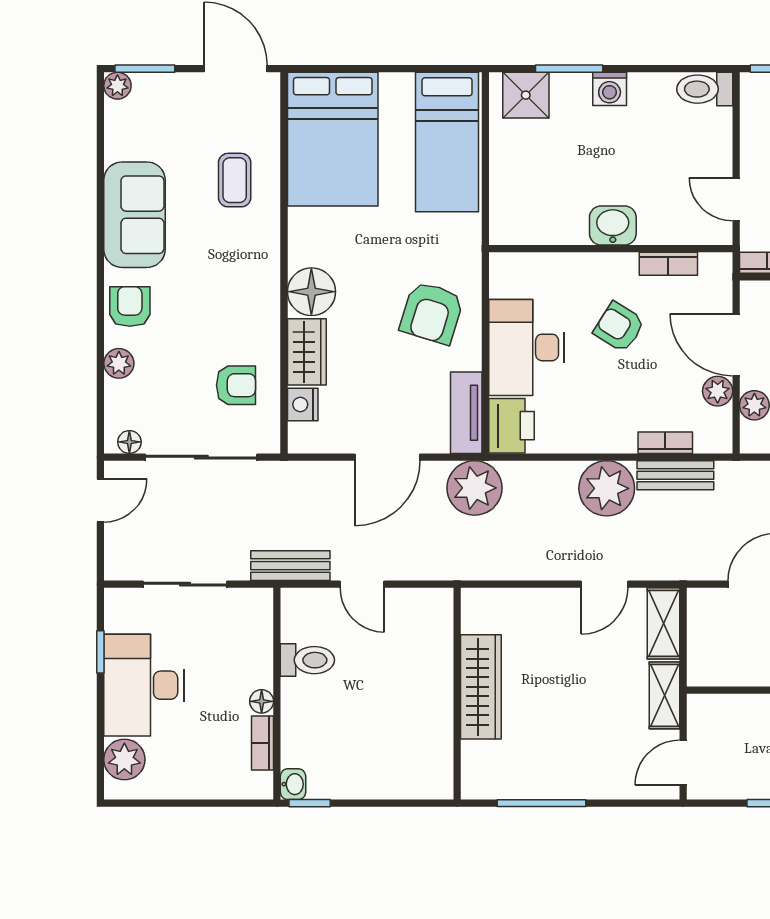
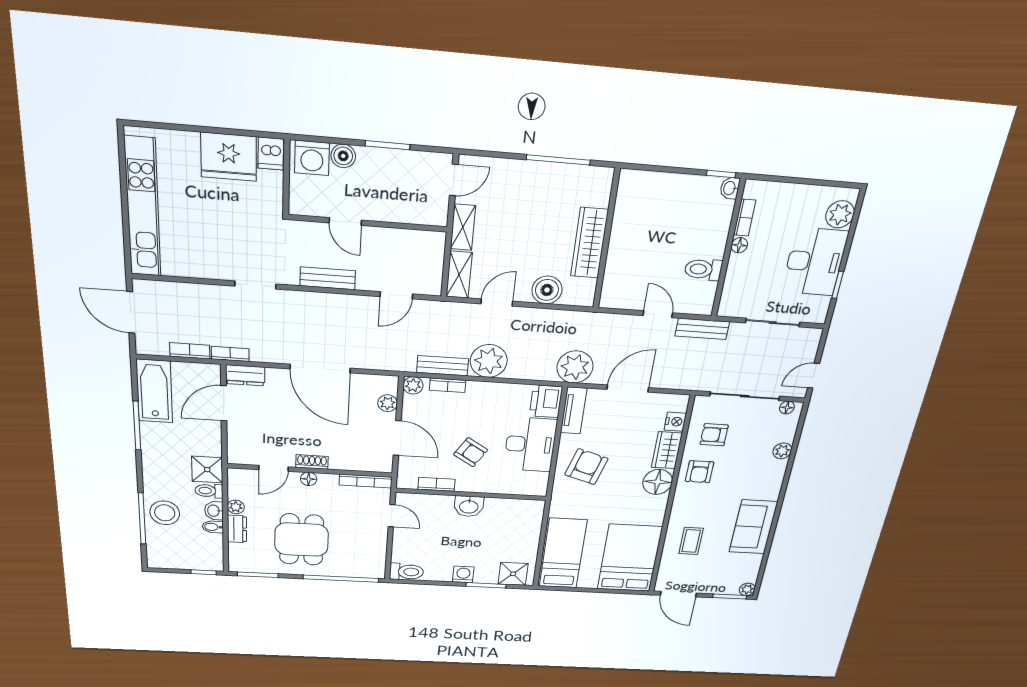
armchair: (130, 307) -> (700, 472), moved
plant: (718, 391) -> (413, 385), moved
boiler: (533, 610) -> (547, 290), added

